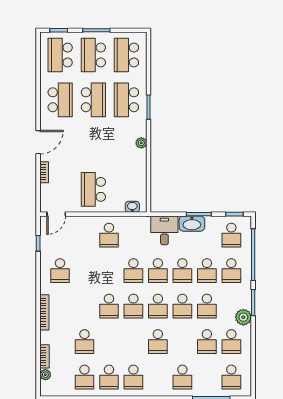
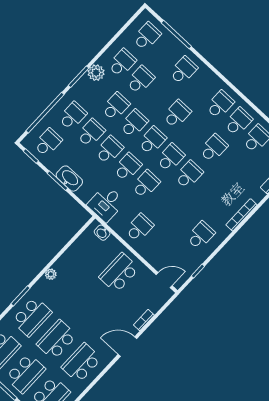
school desk: (93, 189) -> (119, 273), turned 180
desk: (164, 230) -> (106, 203), moved
school desk: (84, 342) -> (214, 148), moved

